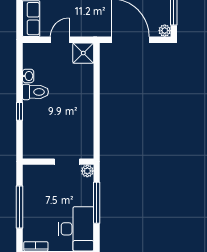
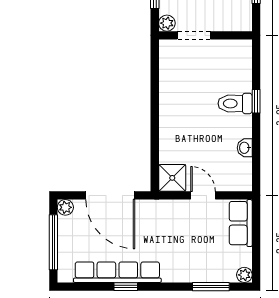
door: (60, 40) -> (203, 195), swing flipped
toilet: (35, 92) -> (235, 103), moved

